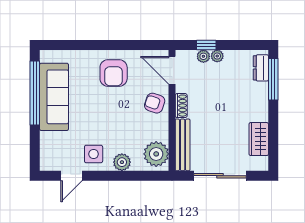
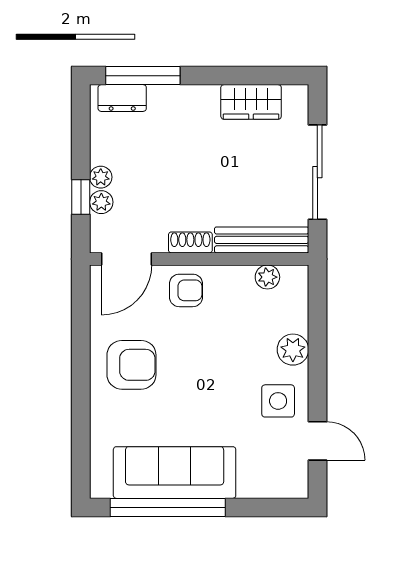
armchair: (155, 103) -> (186, 290), turned -109
plant: (156, 154) -> (267, 277), width x0.53, depth x0.53

